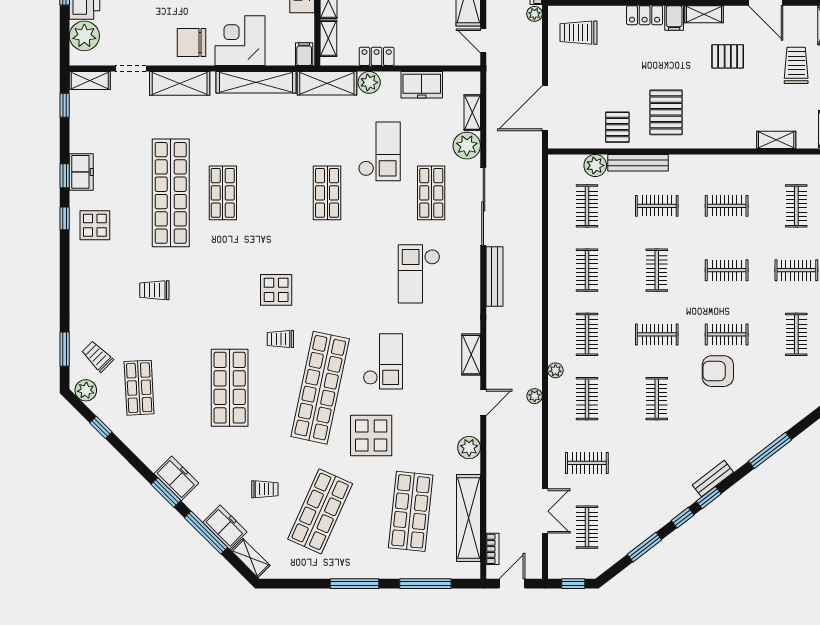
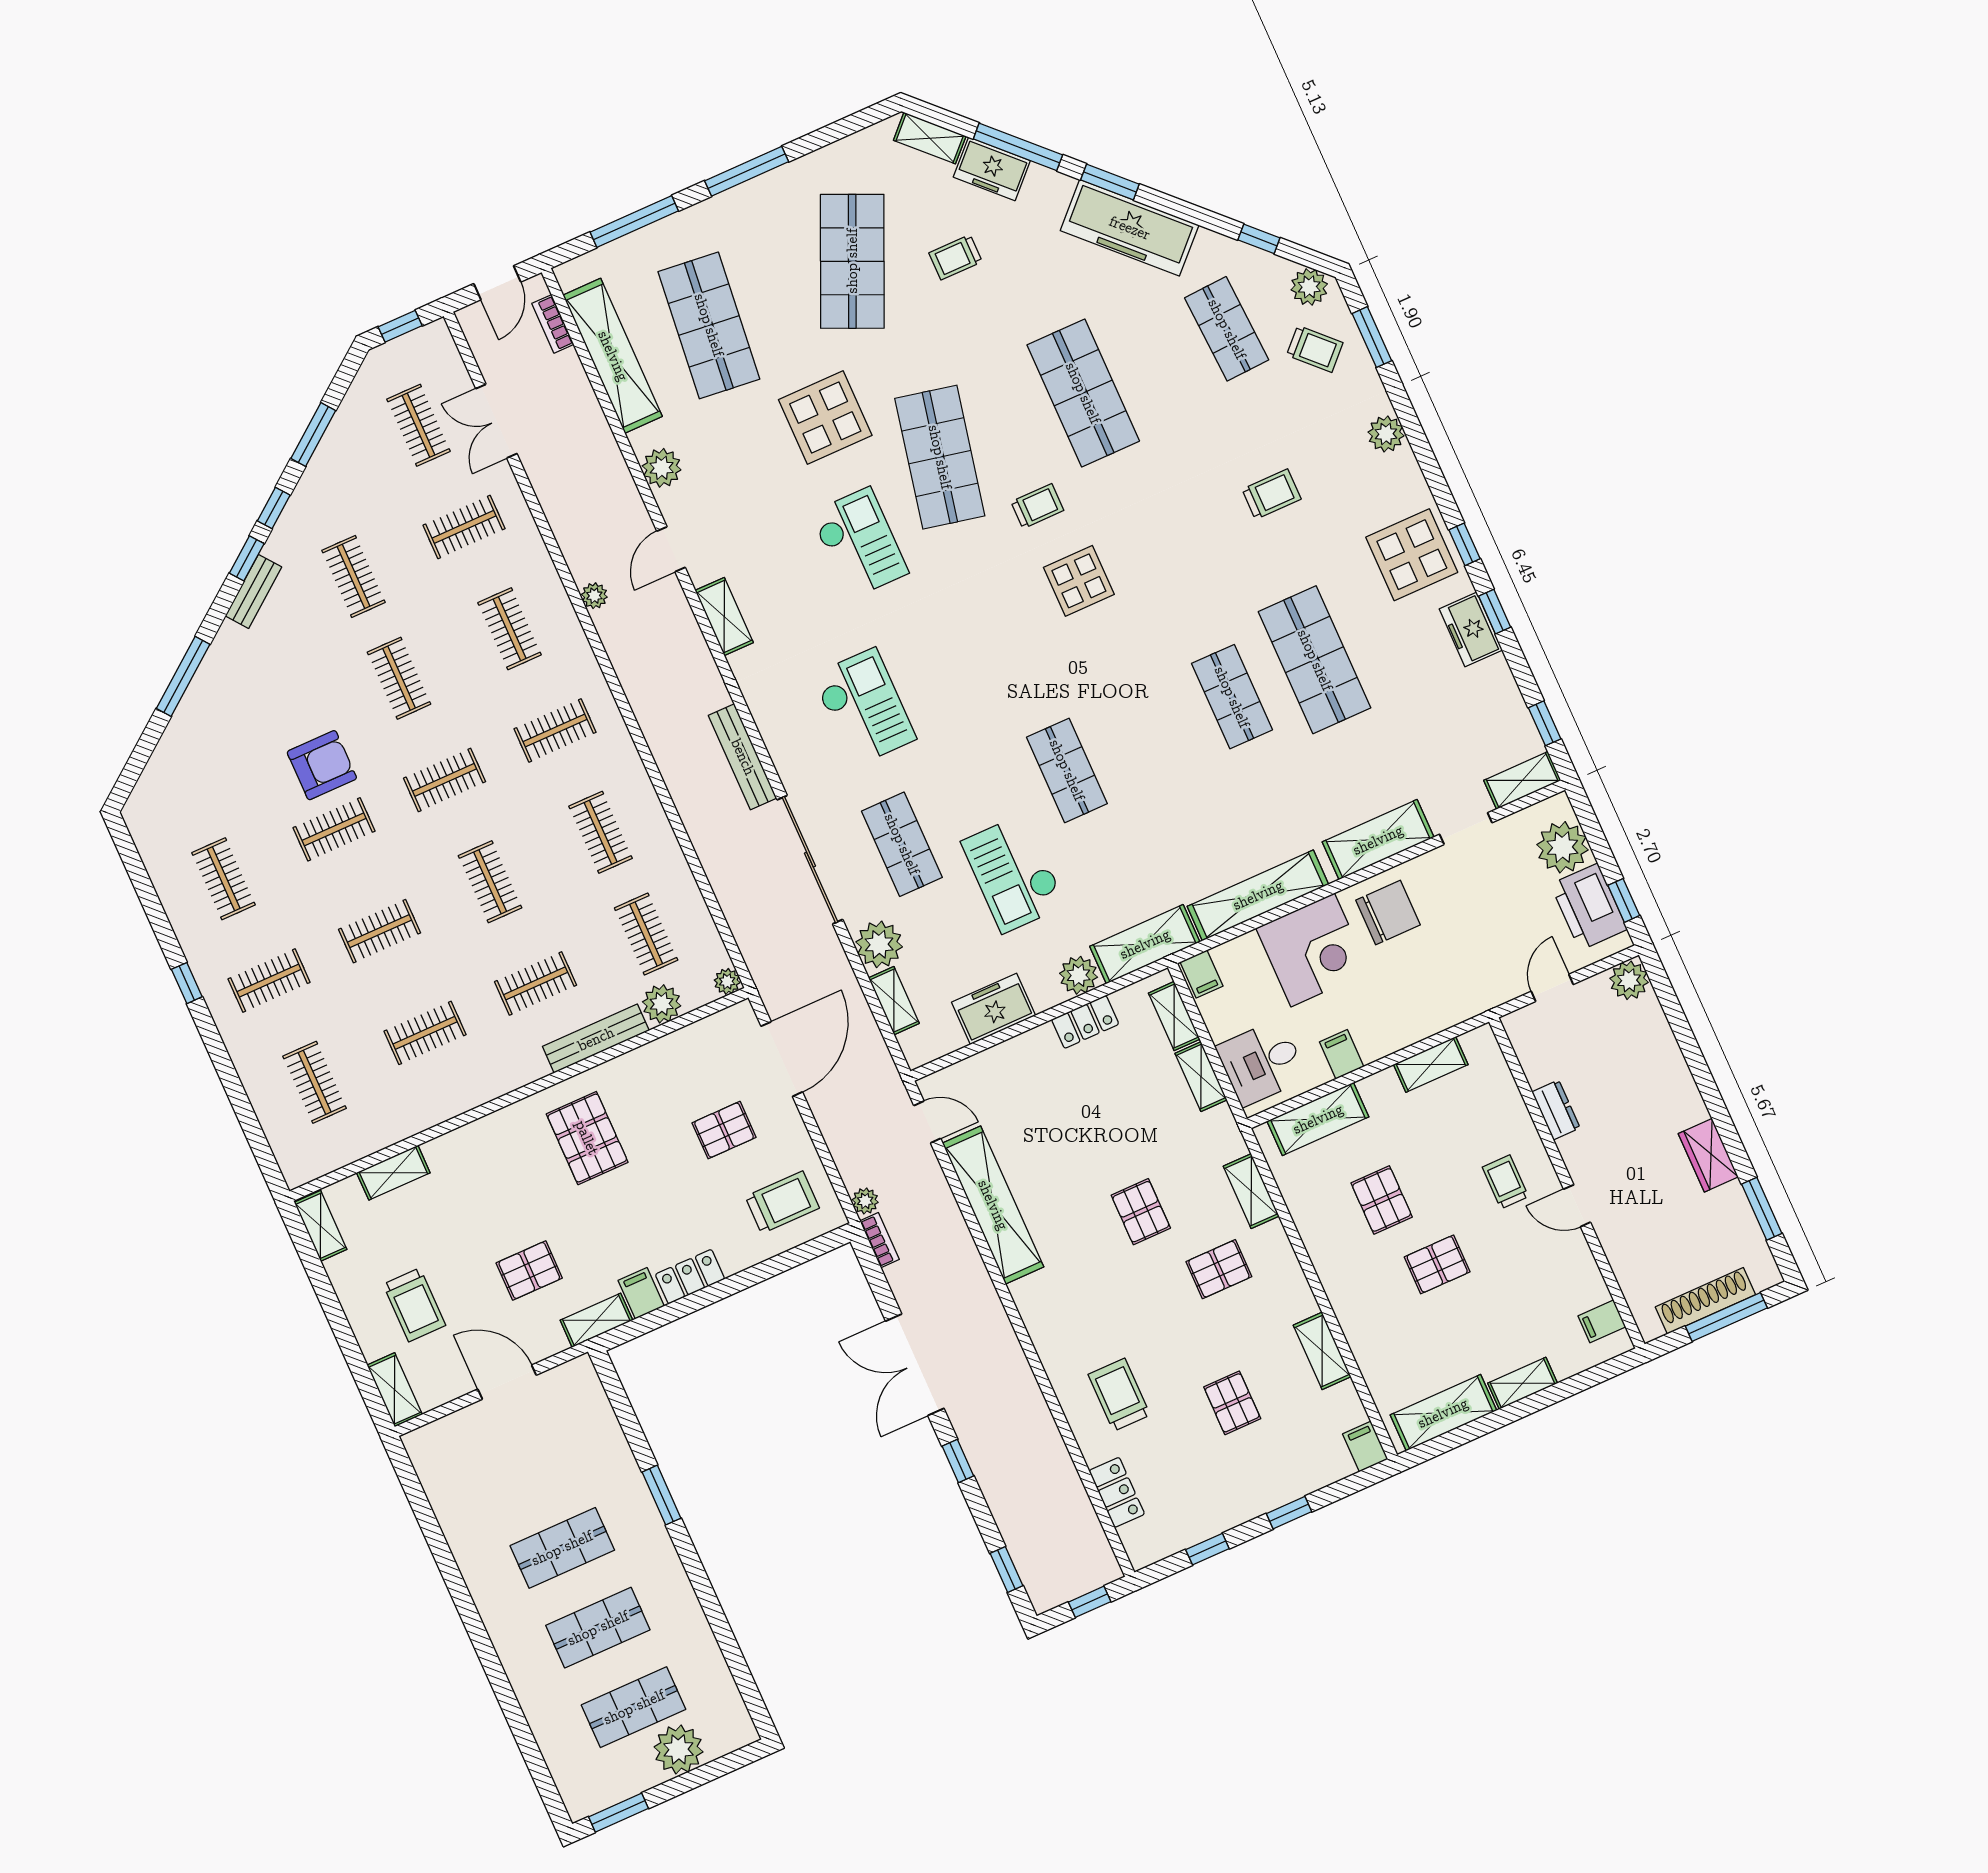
pallet: (617, 127) -> (724, 1130), moved, turned 90
shop shelf: (171, 193) -> (1315, 660), width x0.71
display table: (95, 225) -> (1412, 555), width x1.36, depth x1.36
plant: (80, 295) -> (1386, 434), added
clothes rail: (587, 334) -> (555, 730), turned 90
checkout: (383, 361) -> (859, 543), turned 180
plant: (555, 370) -> (727, 981), moved
shop shelf: (320, 388) -> (940, 457), width x0.71
clothes rail: (657, 463) -> (353, 576), added
freezer: (176, 478) -> (1130, 228), width x1.91, depth x1.26

